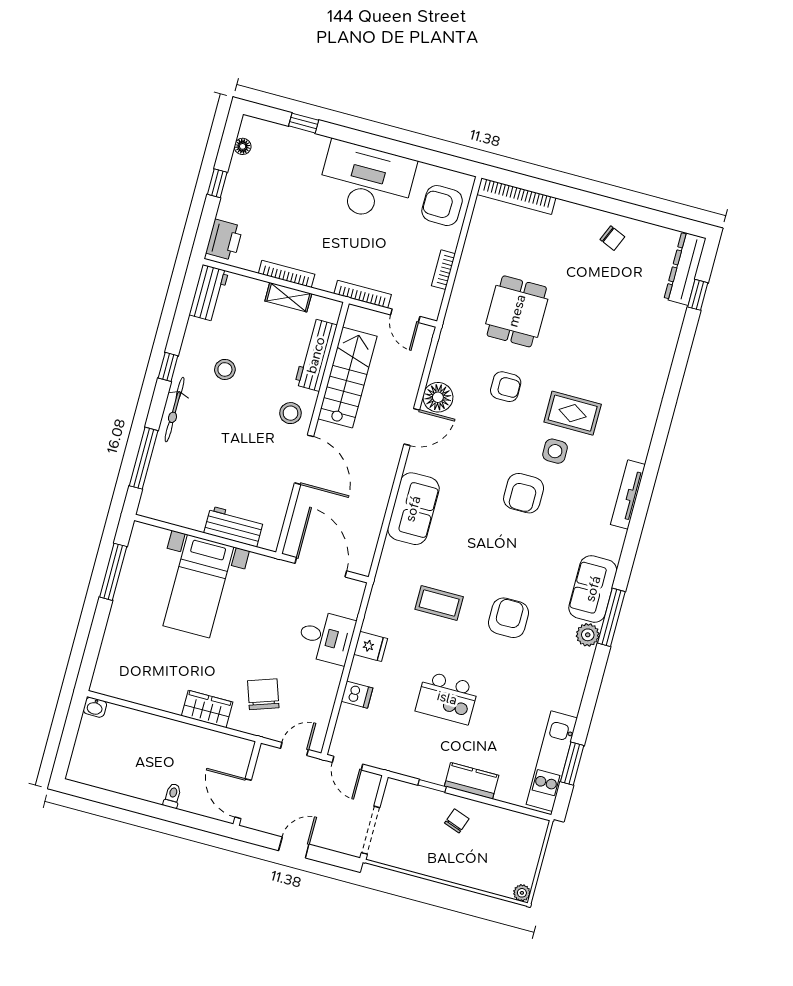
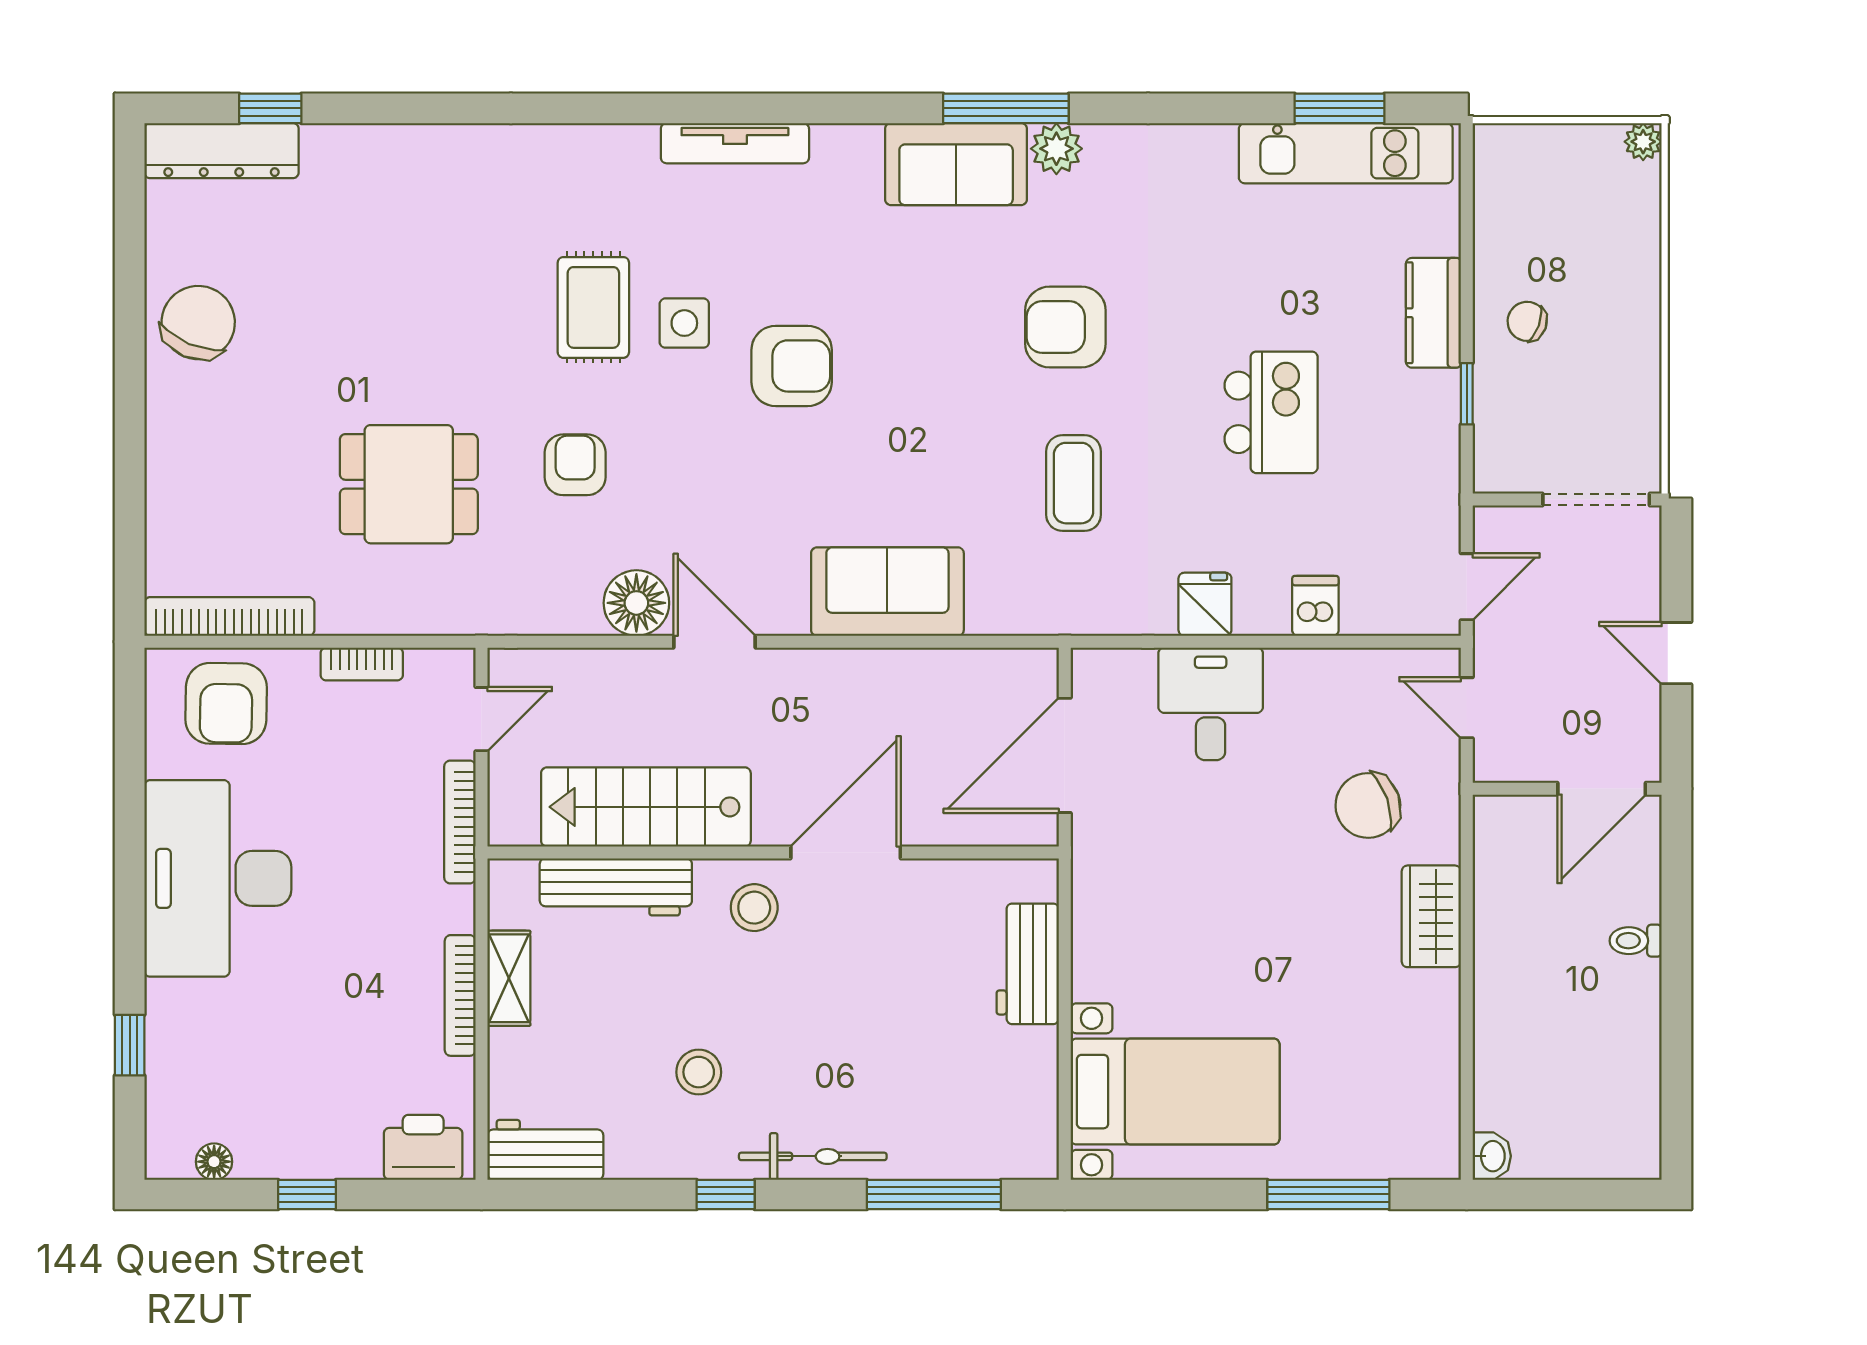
bookcase: (516, 196) -> (229, 616), moved, turned -90
chair: (612, 238) -> (198, 323), width x1.87, depth x1.87
window: (113, 572) -> (1328, 1194), moved
bed with nightstands: (198, 586) -> (1175, 1092), moved

